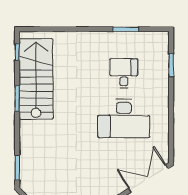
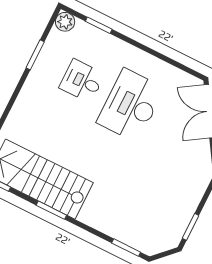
plant: (161, 39) -> (65, 22), added
desk: (124, 118) -> (131, 105), turned 180

